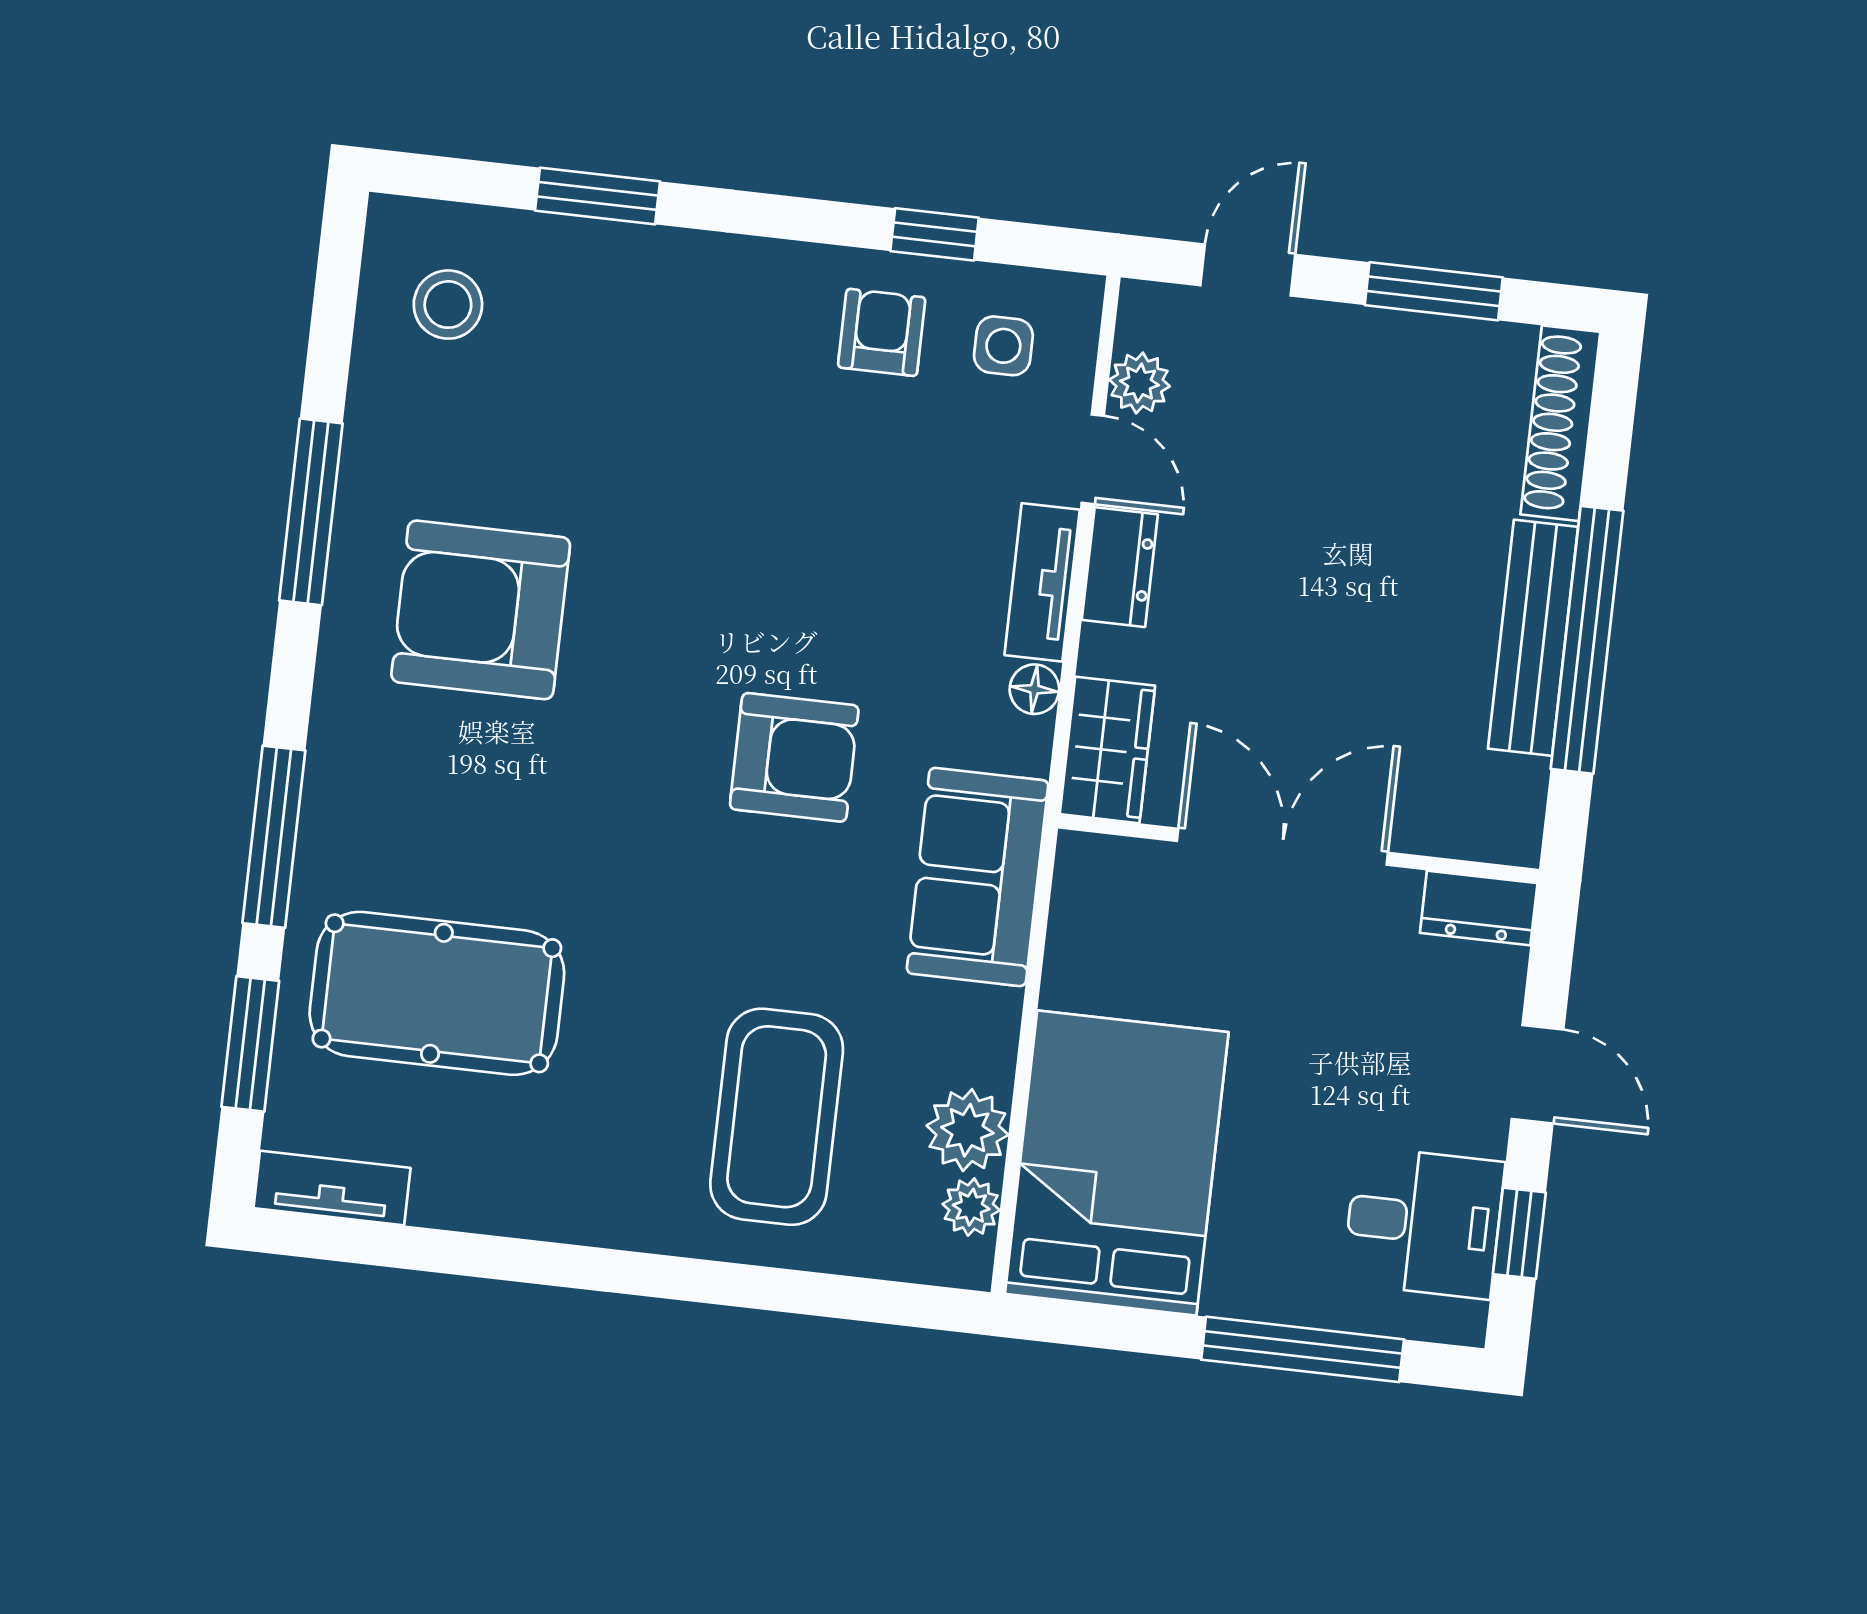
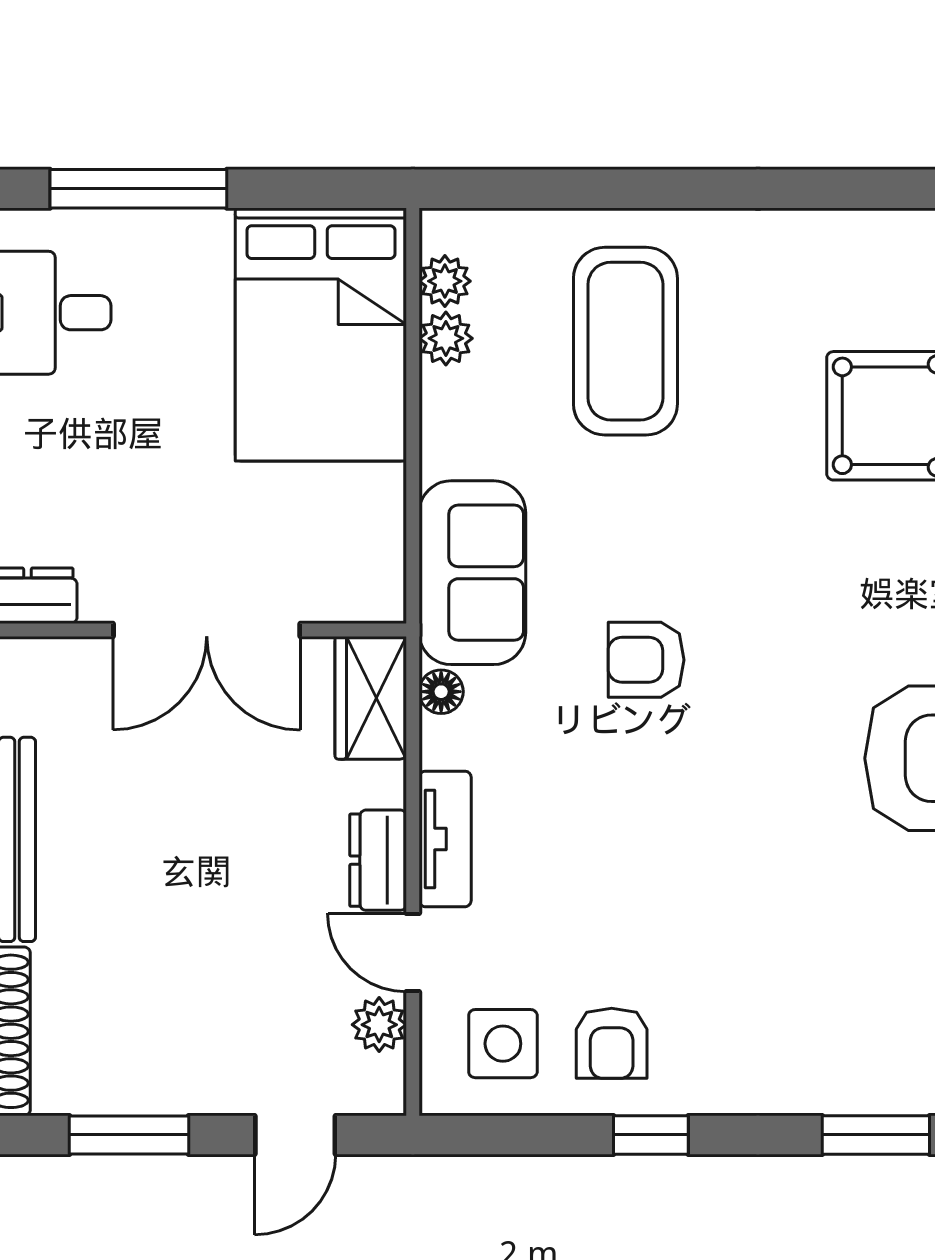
window: (935, 234) -> (651, 1135), moved
side table: (1003, 346) -> (503, 1044), width x1.37, depth x1.37
floor lamp: (1034, 689) -> (441, 692), moved
armchair: (794, 757) -> (646, 660), width x0.72, depth x0.72
plant: (967, 1130) -> (446, 338), width x0.73, depth x0.73

